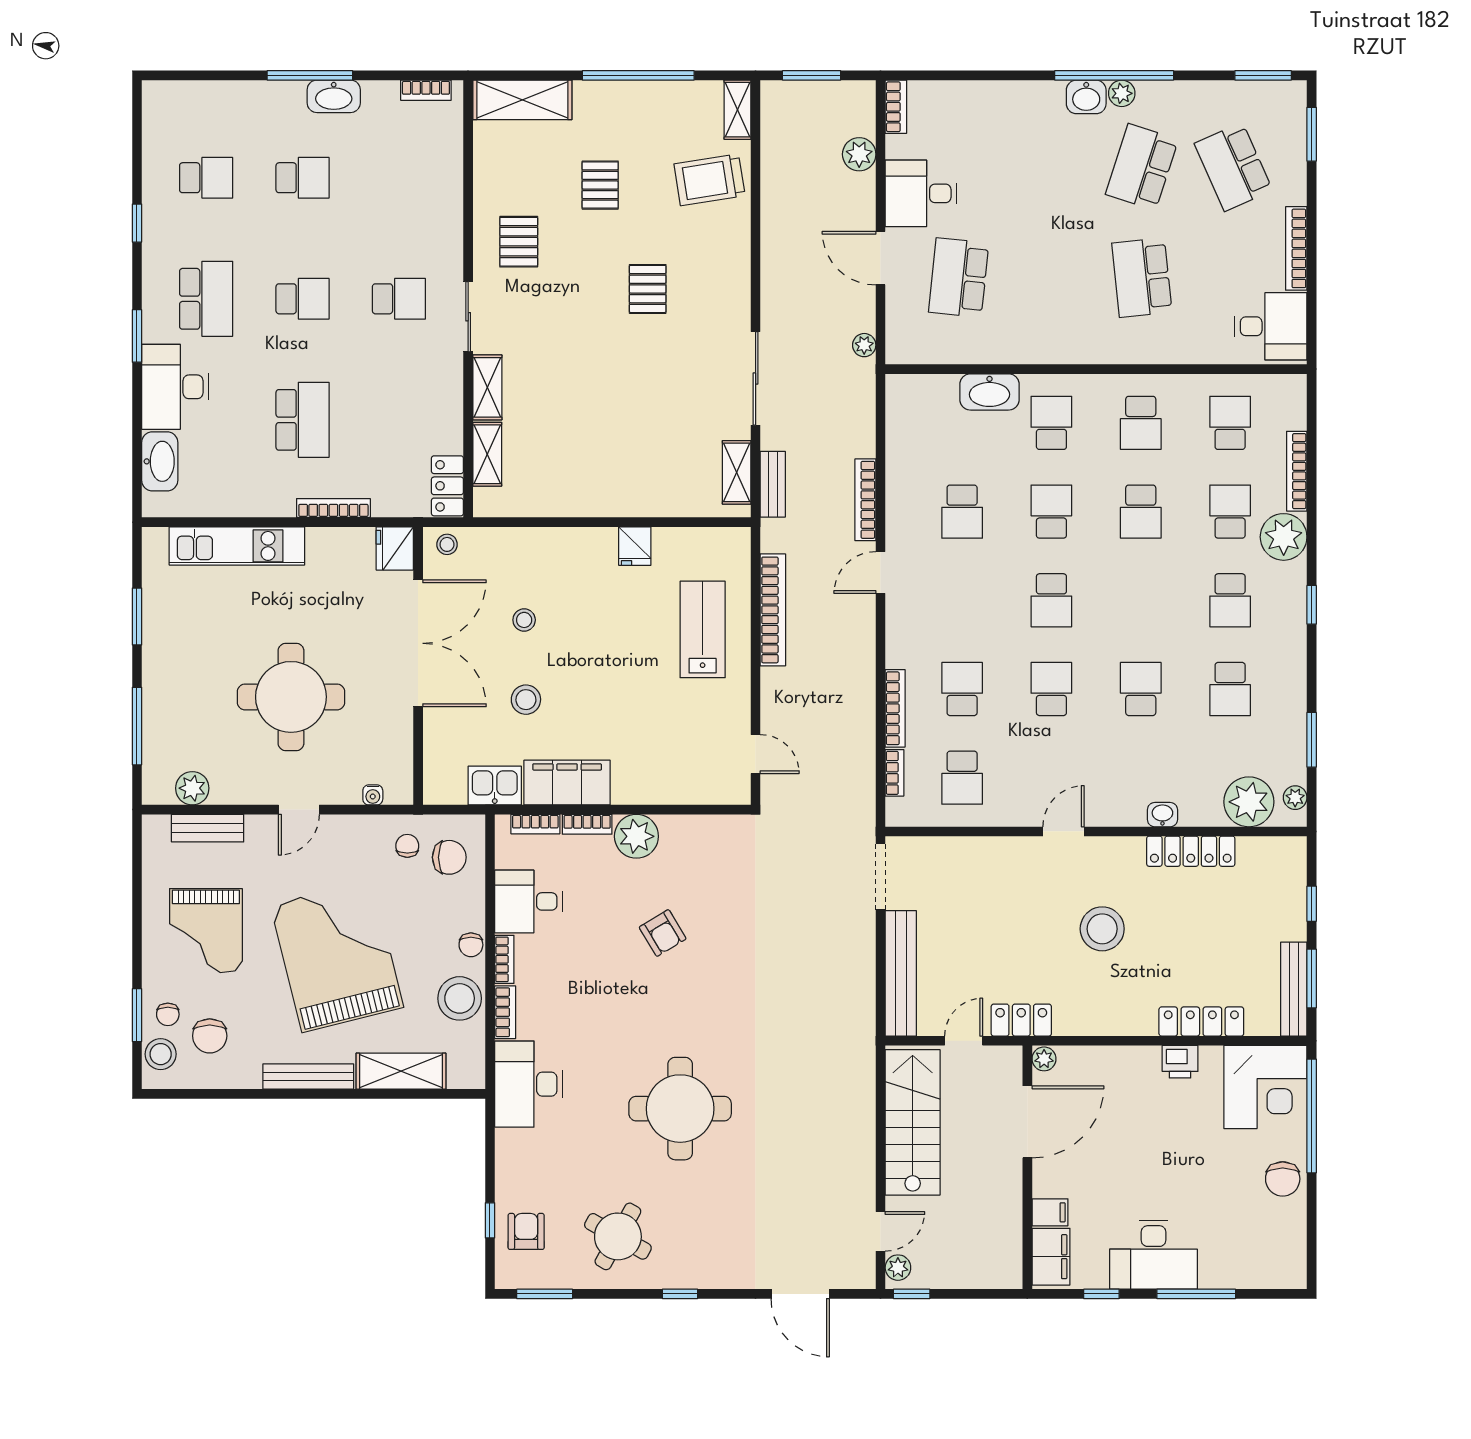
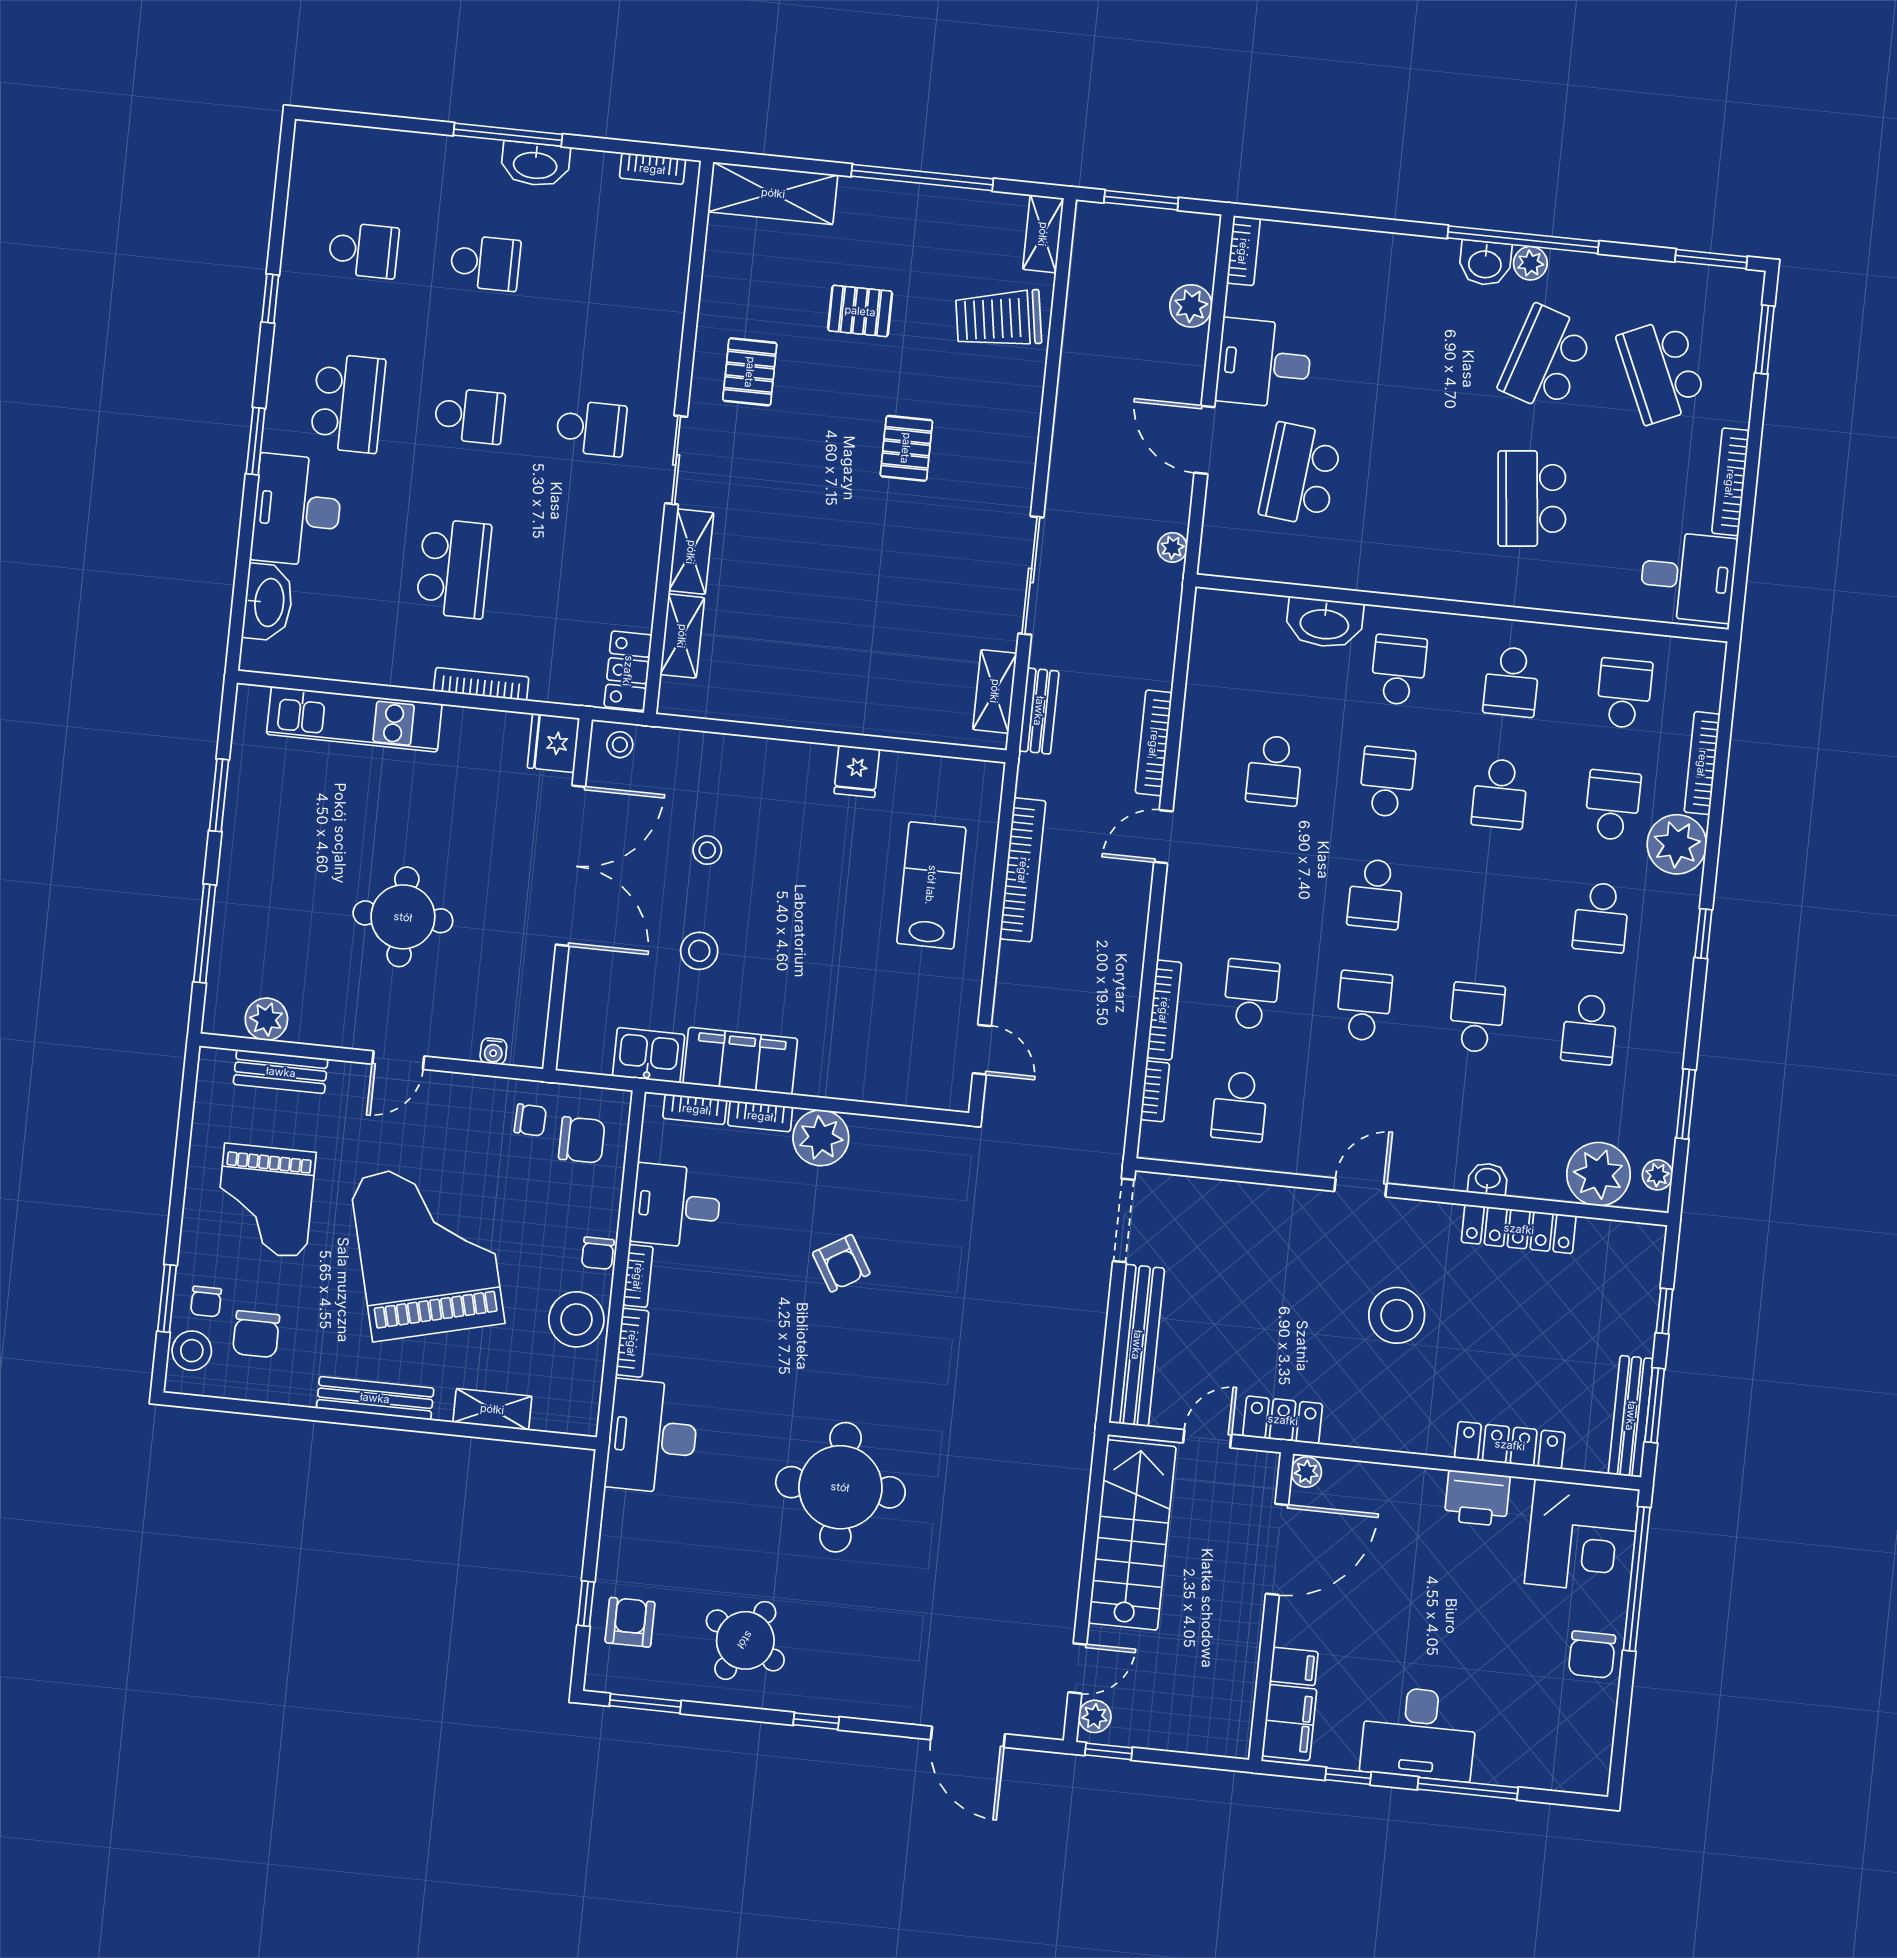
pallet: (600, 185) -> (860, 311), turned 90
round table: (291, 697) -> (403, 917), width x0.73, depth x0.73
chair: (407, 846) -> (530, 1120), turned 92
printer: (1180, 1062) -> (1477, 1498), width x1.36, depth x1.24
shelving: (401, 1071) -> (492, 1409), width x0.67, depth x0.75

